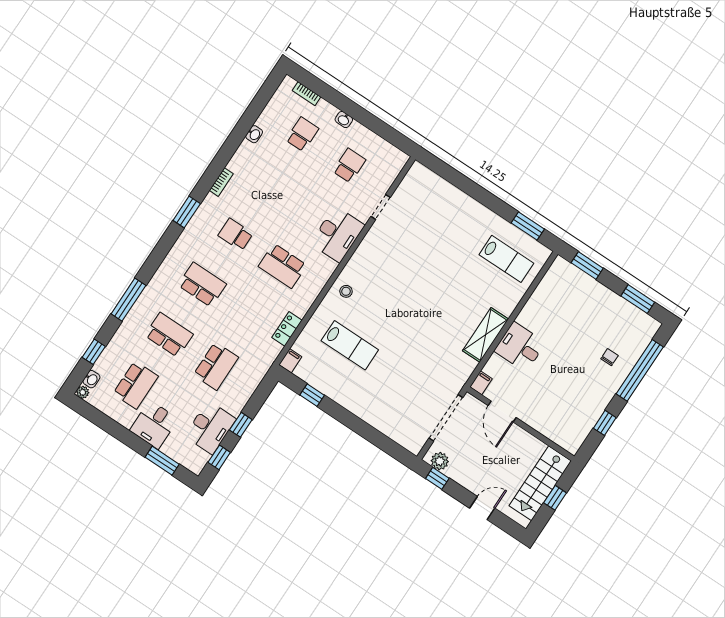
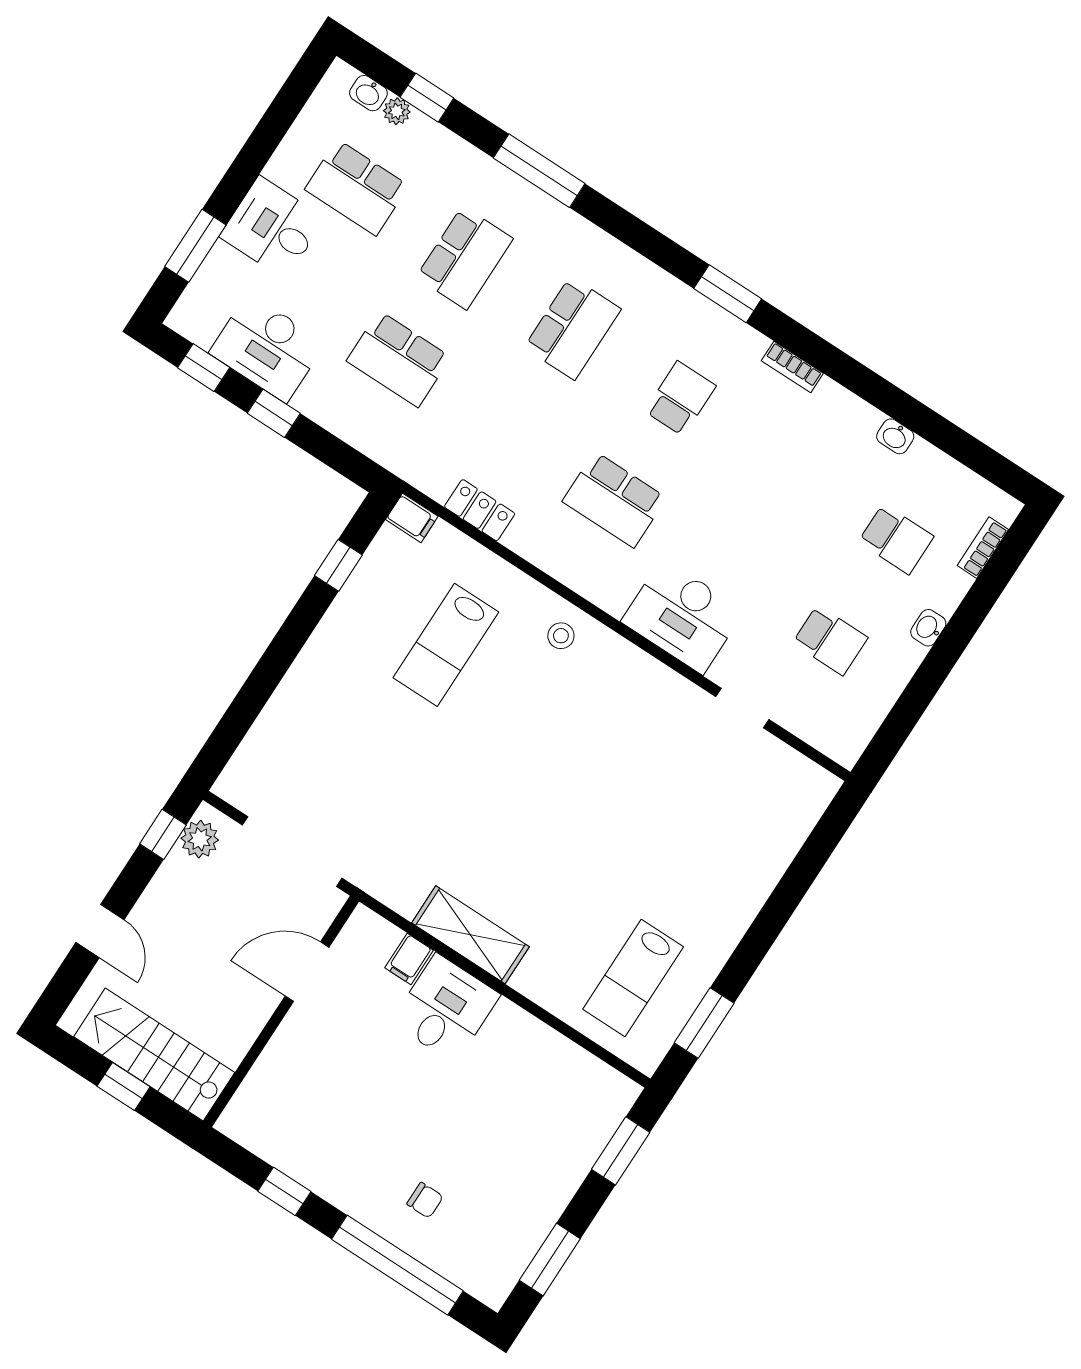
school desk: (283, 266) -> (614, 500), turned -90
filing cabinet: (481, 383) -> (409, 959), moved, turned 90
plant: (83, 392) -> (397, 111), moved

